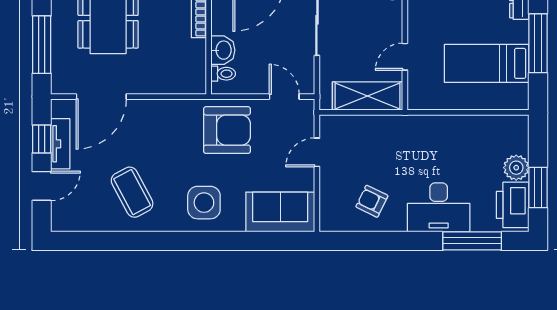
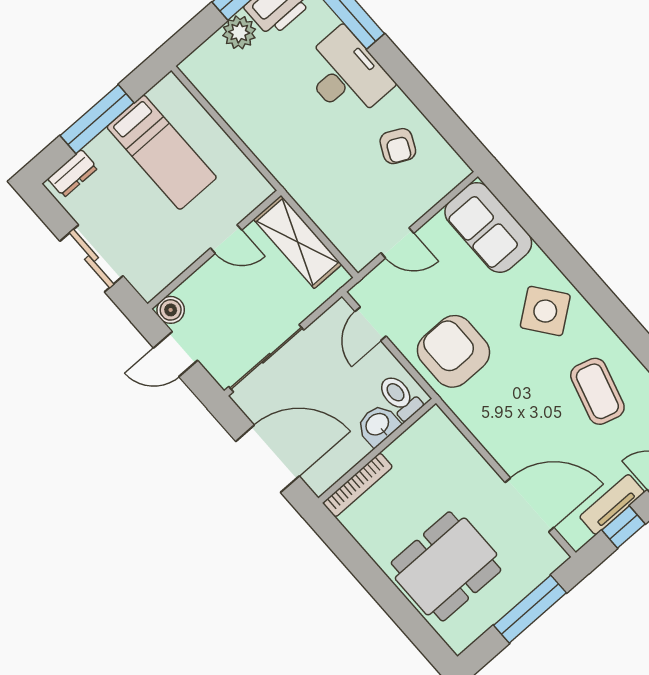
toilet: (223, 74) -> (400, 397), width x1.37, depth x1.39
coffee table: (132, 192) -> (597, 391), turned -46
side table: (204, 203) -> (545, 311), turned -37

